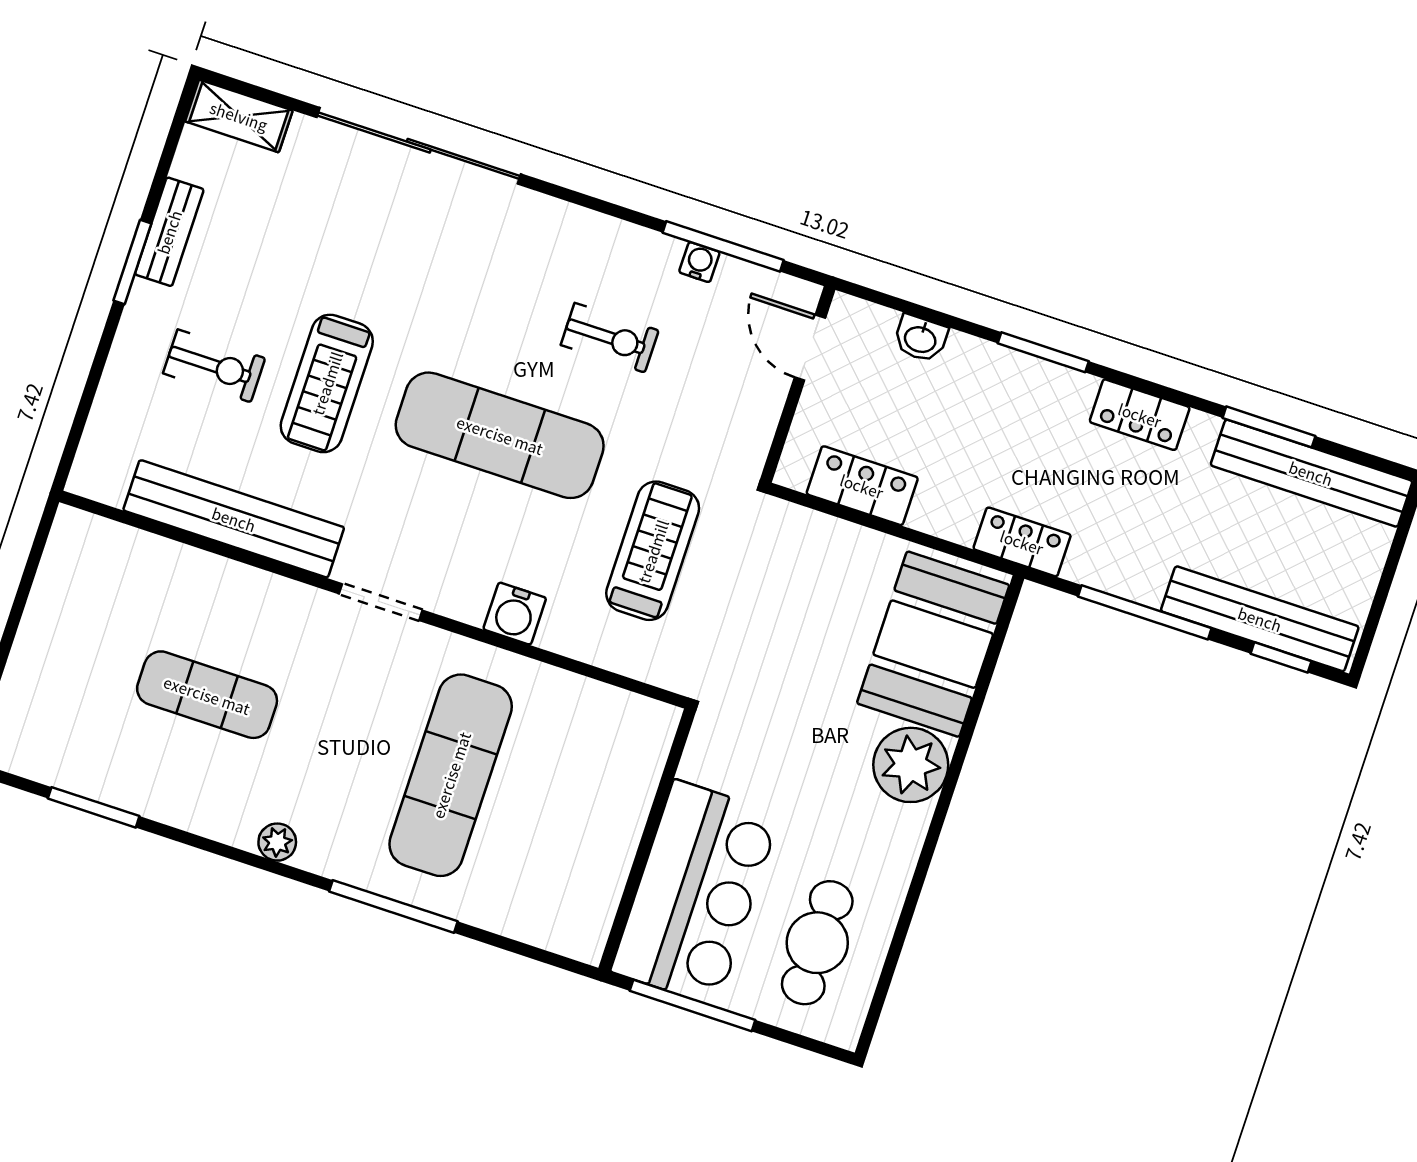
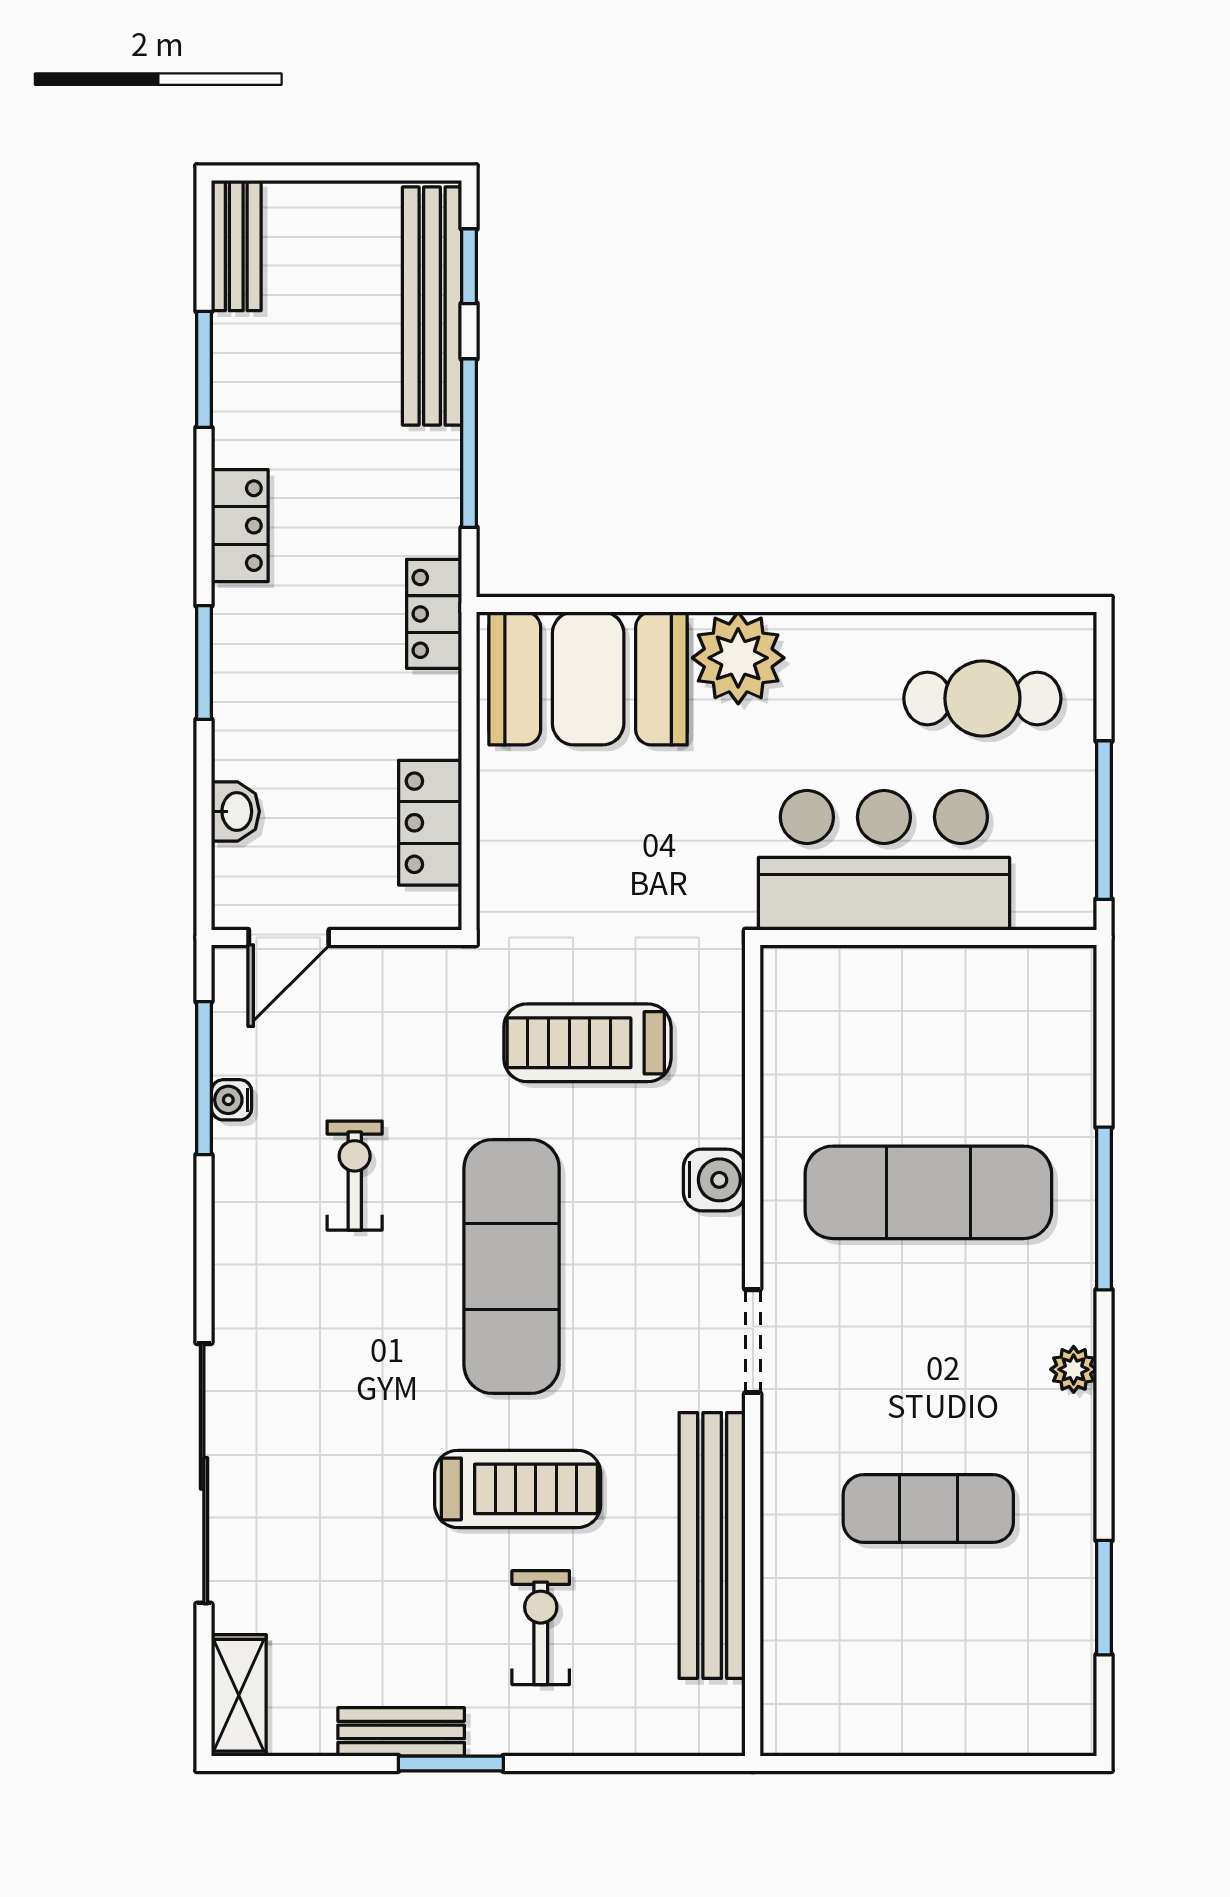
bench: (1311, 473) -> (236, 246), width x0.54, depth x0.82
exercise mat: (207, 695) -> (928, 1509), turned 90
bar counter: (696, 893) -> (884, 860), moved

